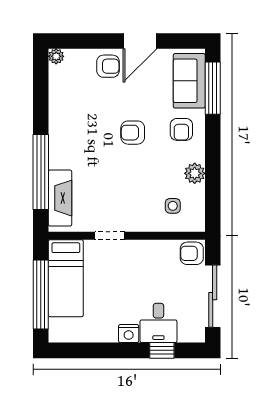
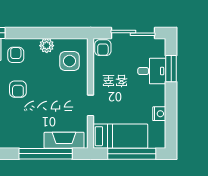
armchair: (181, 129) -> (16, 55), turned -90
side table: (173, 206) -> (70, 61), width x1.87, depth x1.87
nightstand: (129, 334) -> (159, 114), moved
window: (162, 350) -> (171, 69), width x1.50

